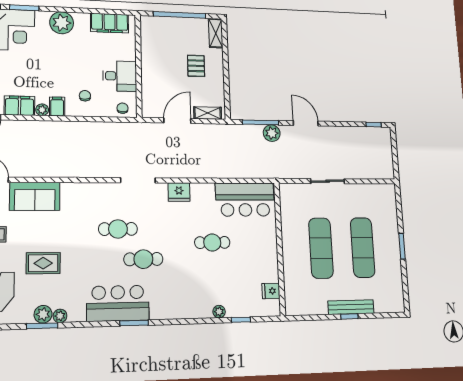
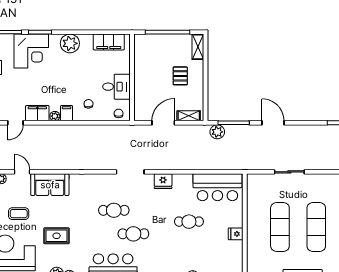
plant: (272, 133) -> (217, 132), moved
fridge: (271, 291) -> (236, 234), moved

